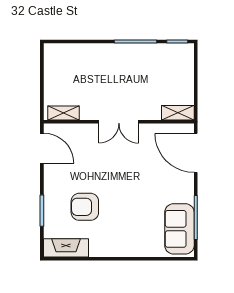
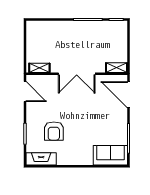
double door: (119, 122) -> (77, 74), width x1.37
armchair: (85, 207) -> (54, 131), turned -90
sofa: (179, 229) -> (110, 155), moved, turned 90

